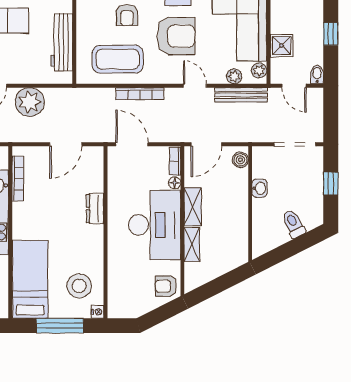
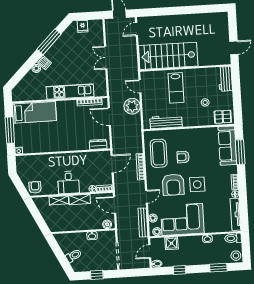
door: (66, 144) -> (109, 117), moved
dresser: (95, 209) -> (98, 144), moved
desk: (155, 225) -> (69, 182), width x0.53, depth x0.77
stool: (79, 286) -> (32, 140), removed

